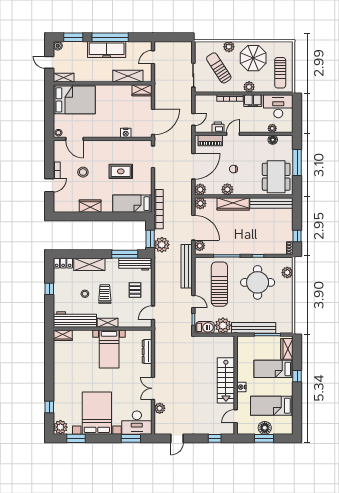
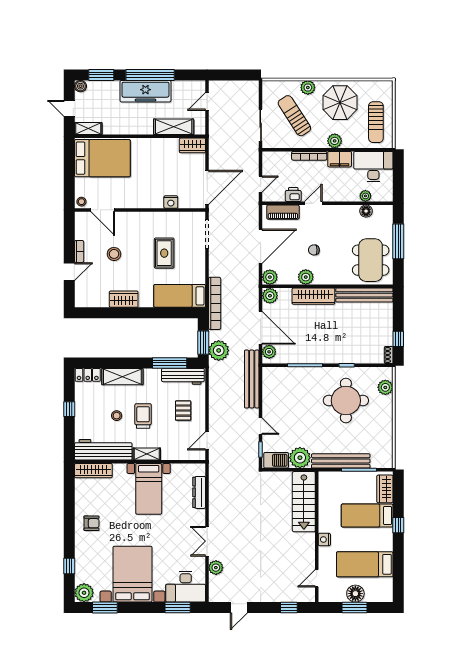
rug: (121, 171) -> (164, 253), turned 90
sun lounger: (219, 284) -> (295, 403), removed
wardrobe: (63, 335) -> (93, 471), width x1.50
armchair: (66, 375) -> (92, 523), added
stairs: (226, 380) -> (304, 502), moved

